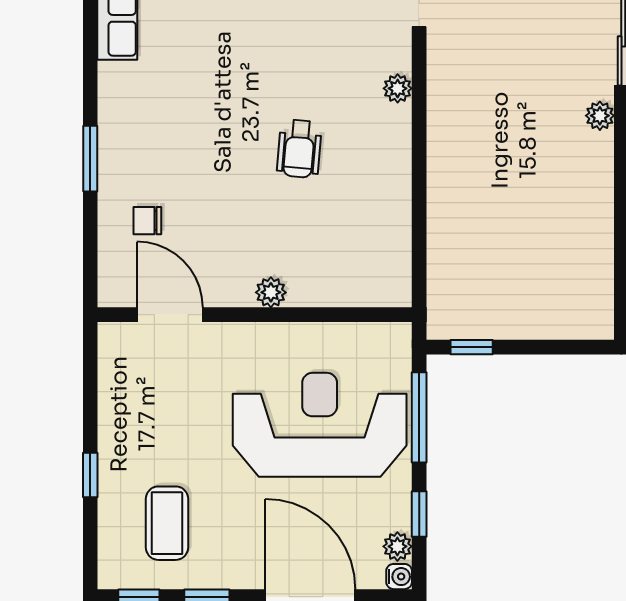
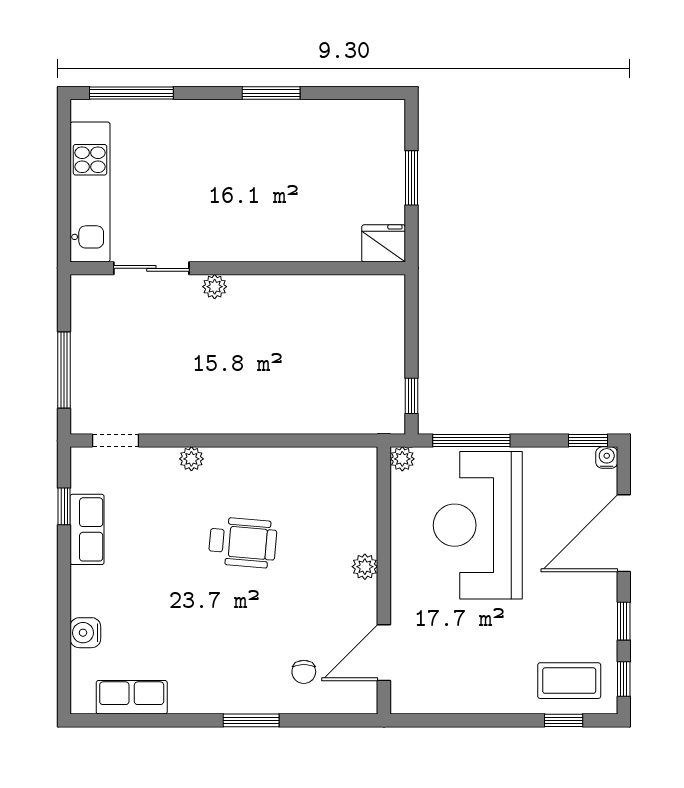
wheelchair: (299, 149) -> (243, 542), width x1.36, depth x1.37
window: (90, 475) -> (564, 720), moved
window: (419, 514) -> (588, 441), moved
coffee table: (167, 523) -> (569, 681), moved
plant: (397, 546) -> (402, 459), moved

